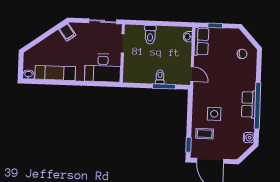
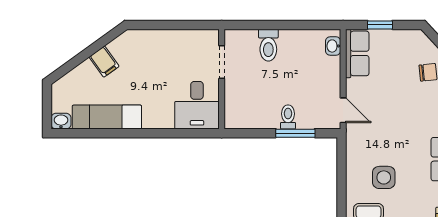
sliding door: (103, 21) -> (186, 25), removed
filing cabinet: (67, 32) -> (104, 62), moved
desk: (103, 68) -> (197, 105), width x0.73

